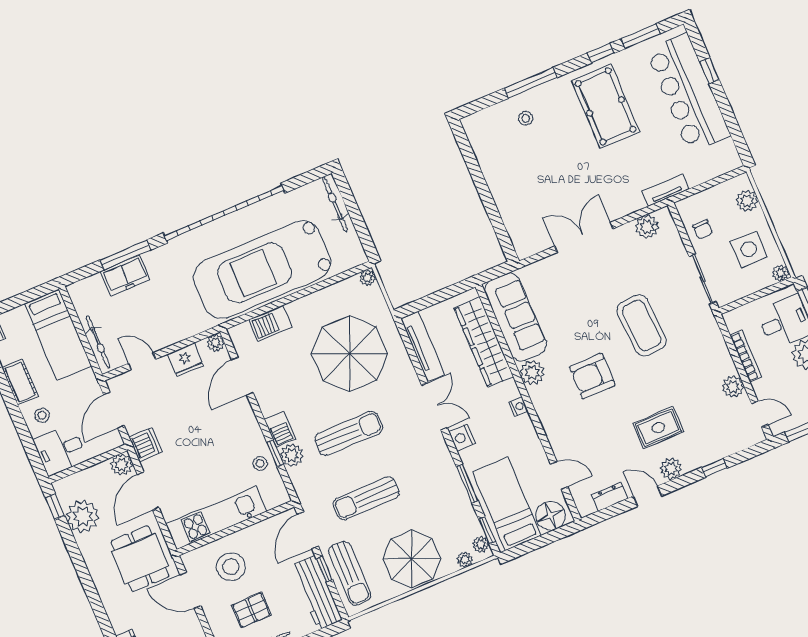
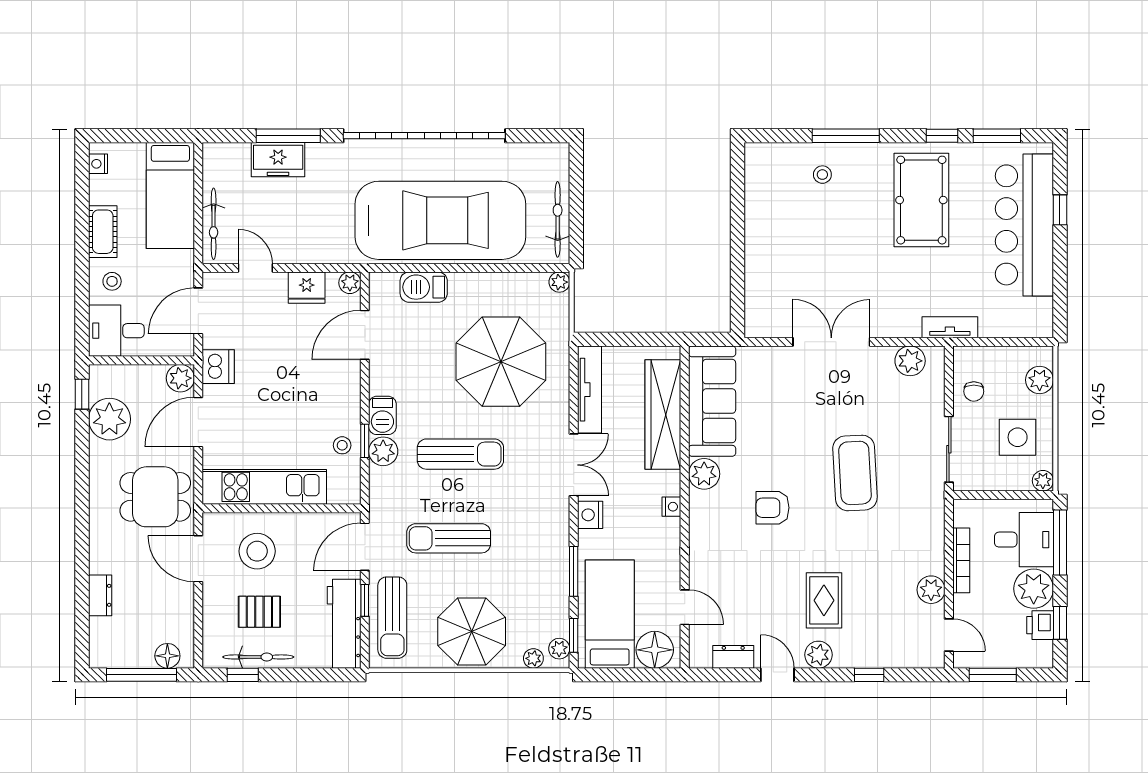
bicycle: (335, 204) -> (558, 219), moved
car: (262, 270) -> (440, 220), turned 180
armchair: (592, 376) -> (773, 508), width x0.72, depth x0.72
rug: (658, 428) -> (824, 600), turned 90
dining table: (140, 559) -> (155, 497), turned 90

